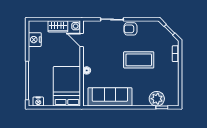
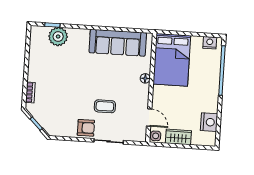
coffee table: (139, 60) -> (105, 106), moved, width x0.54, depth x0.58

